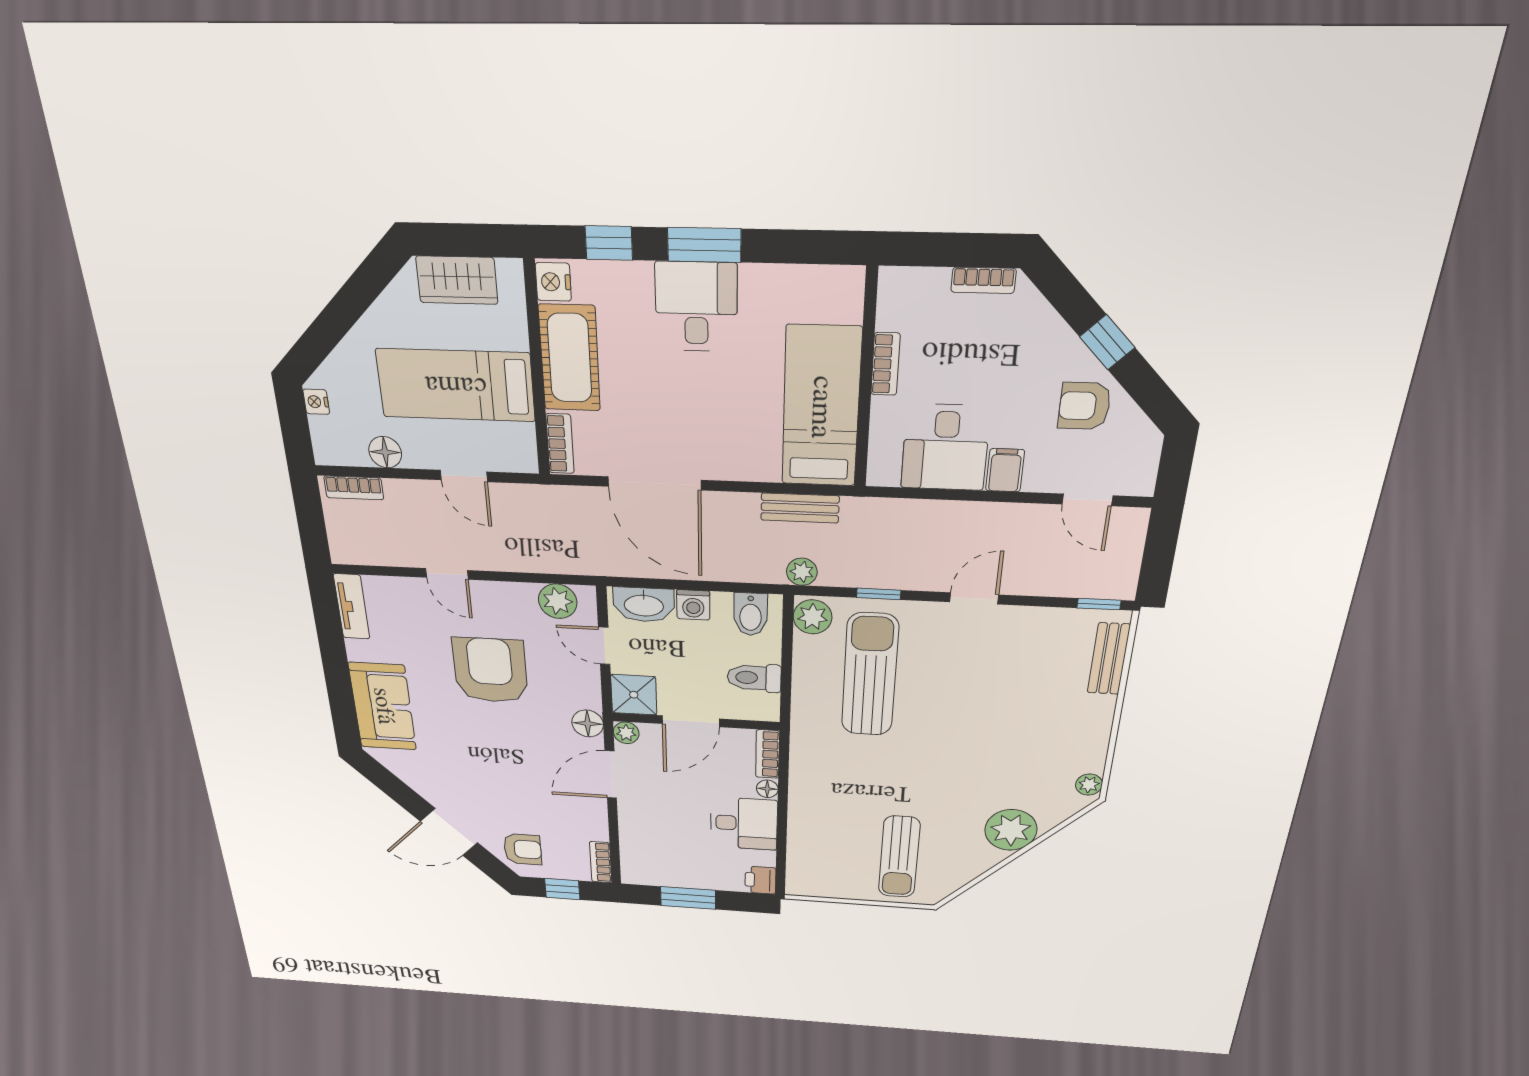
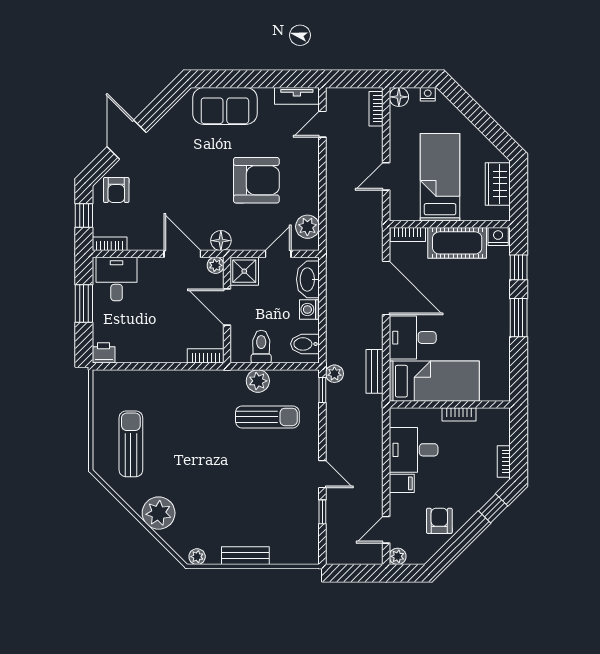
desk: (696, 307) -> (413, 338), moved, turned 180
window: (1107, 342) -> (493, 508), moved
floor lamp: (385, 452) -> (399, 97), moved
plant: (1140, 482) -> (398, 556), added
door: (654, 483) -> (386, 288), swing flipped
door: (447, 574) -> (322, 124), moved
window: (879, 594) -> (322, 390), moved
window: (1099, 604) -> (322, 512), moved
plant: (813, 617) -> (258, 381), moved
bench: (1109, 659) -> (245, 556), moved
sun lounger: (870, 675) -> (267, 417), width x0.73, depth x0.75
floor lamp: (767, 789) -> (179, 356), removed
desk: (744, 824) -> (117, 279), moved, turned 180
sun lounger: (899, 857) -> (131, 444), turned 90

